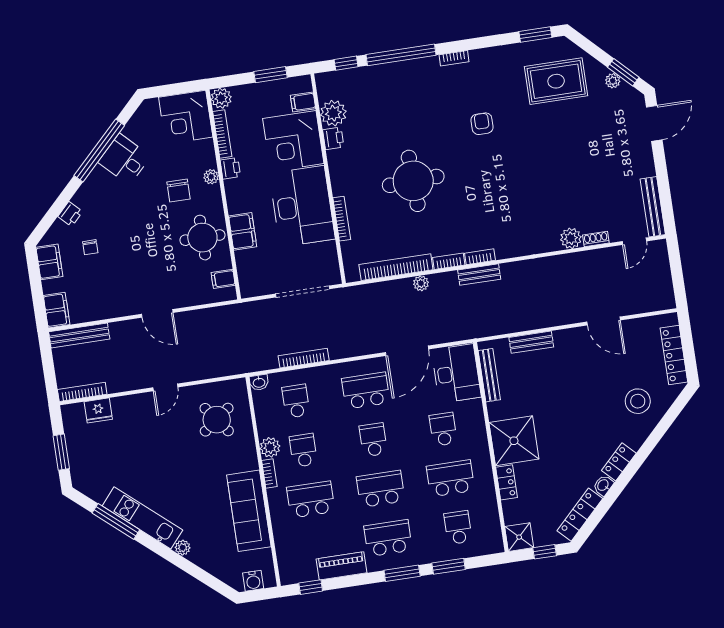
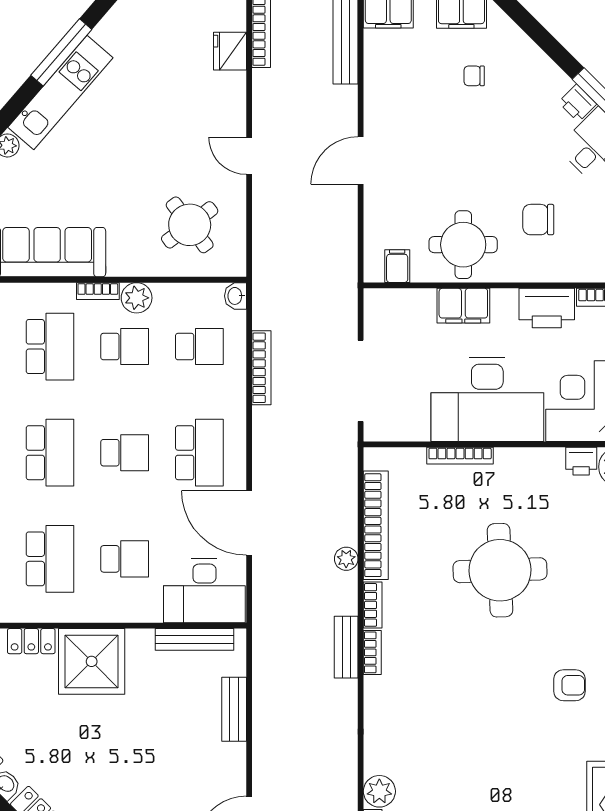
printer: (230, 168) -> (547, 308), width x1.87, depth x1.48
plant: (211, 177) -> (552, 271), removed
printer: (70, 214) -> (577, 103), moved

